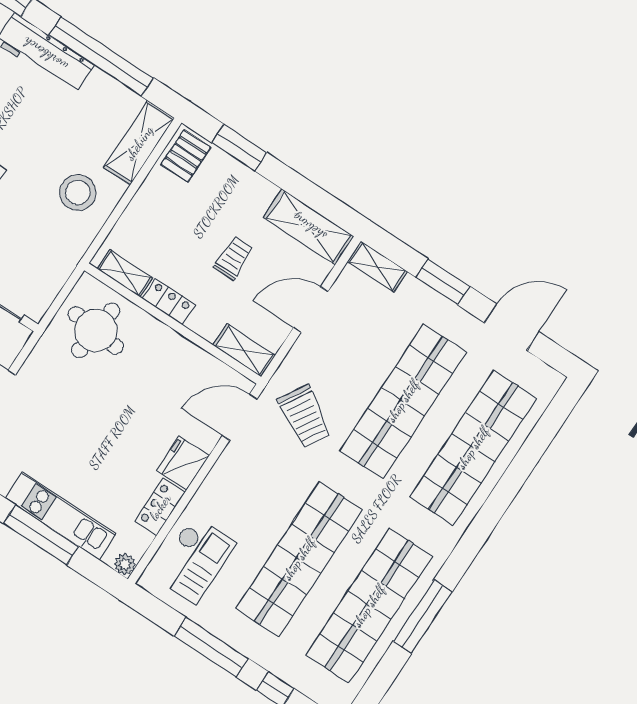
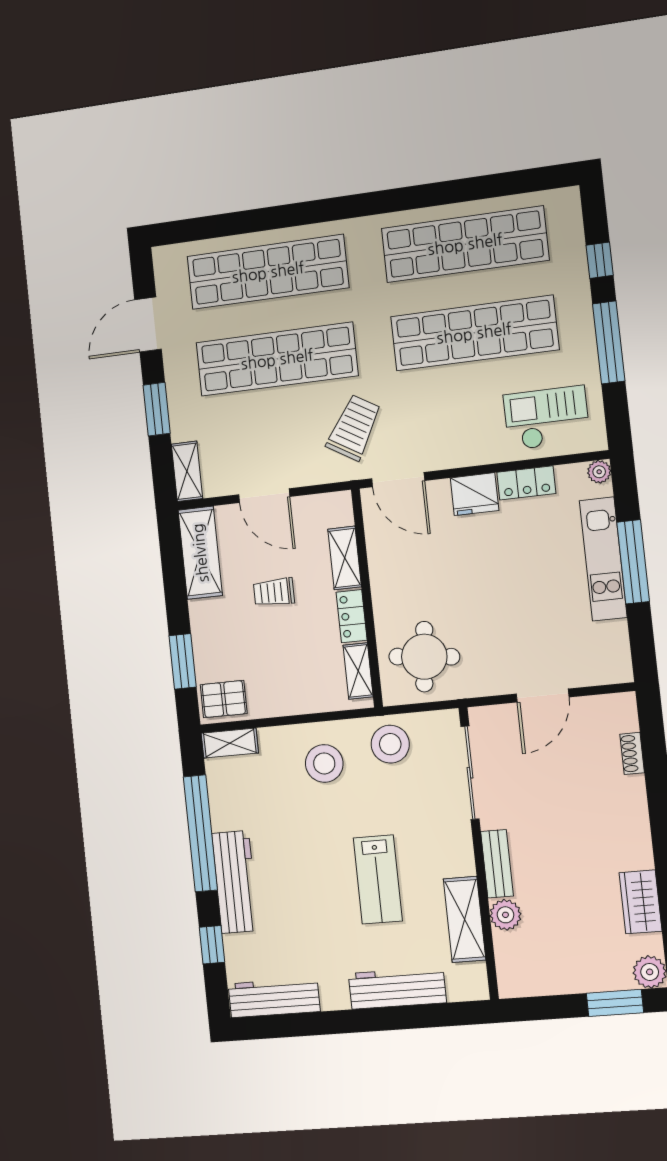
shelving: (139, 143) -> (230, 743), width x0.67, depth x0.75
stool: (53, 253) -> (390, 744), added
door: (512, 327) -> (148, 324), hinge flipped
shelving: (244, 350) -> (345, 558), moved
window: (423, 617) -> (438, 194), removed

